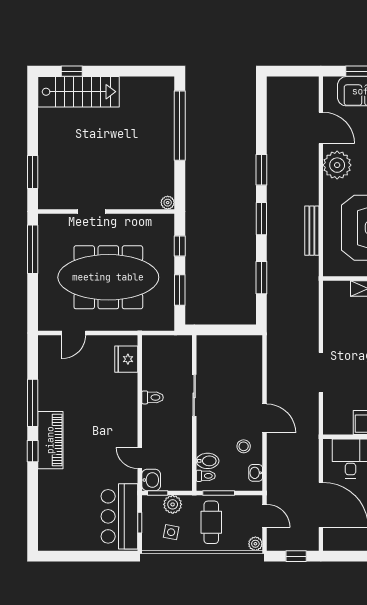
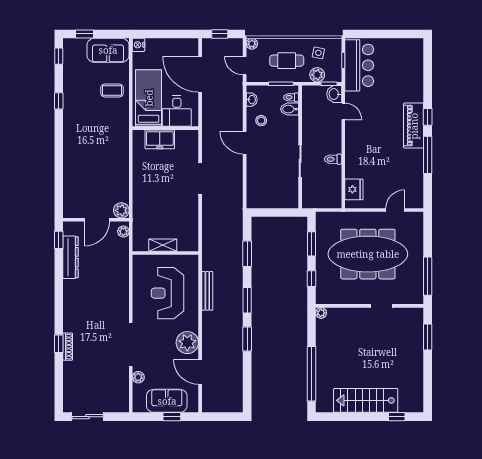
stairs: (78, 92) -> (366, 400), moved
cafe table: (211, 522) -> (287, 61), turned 90

